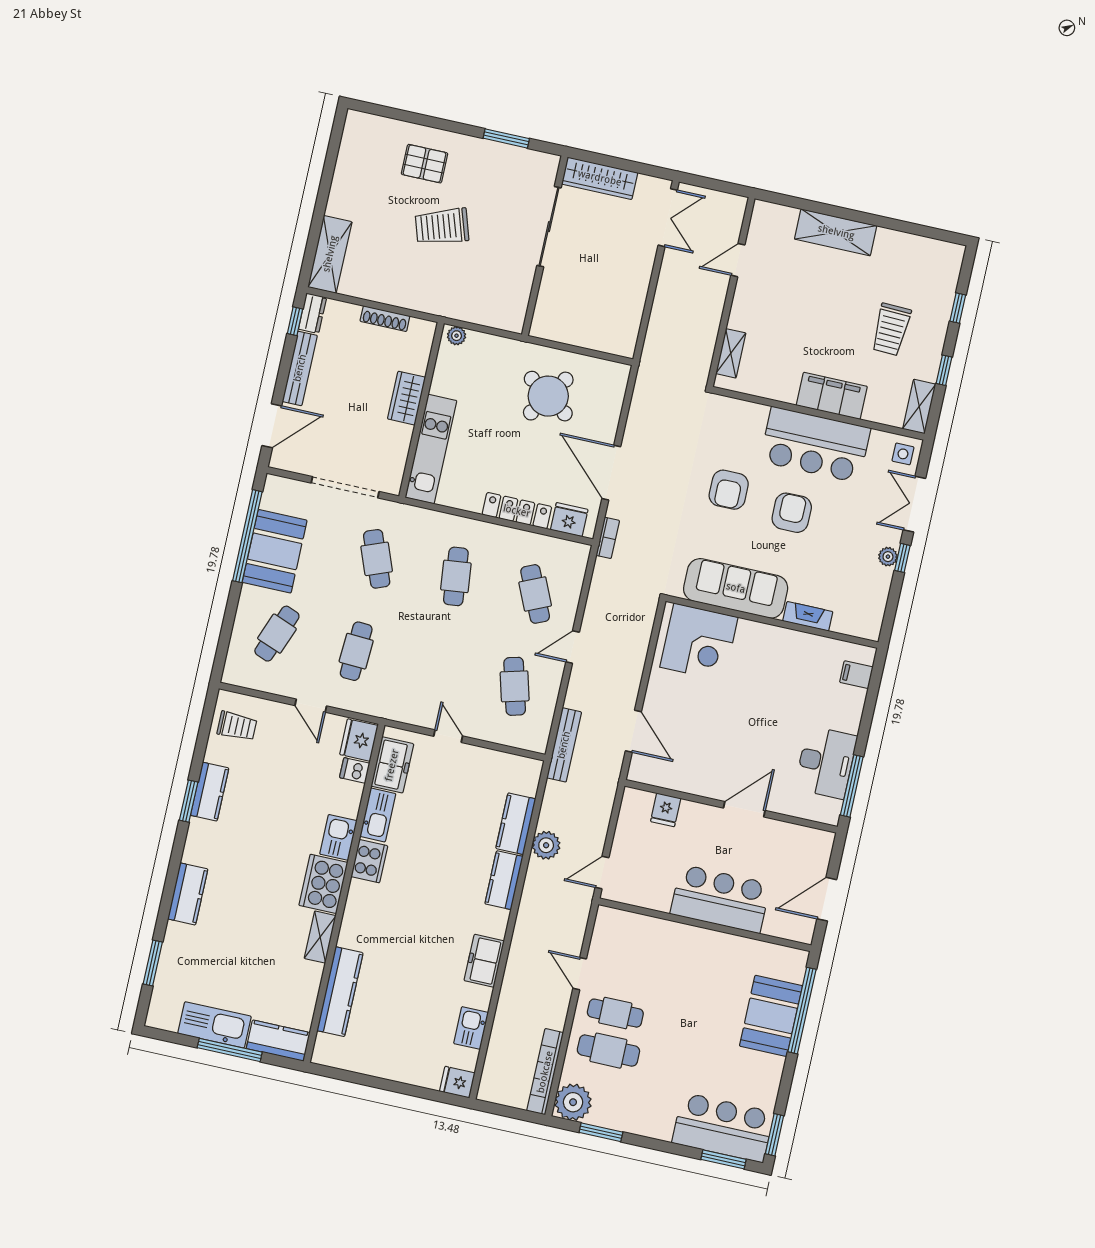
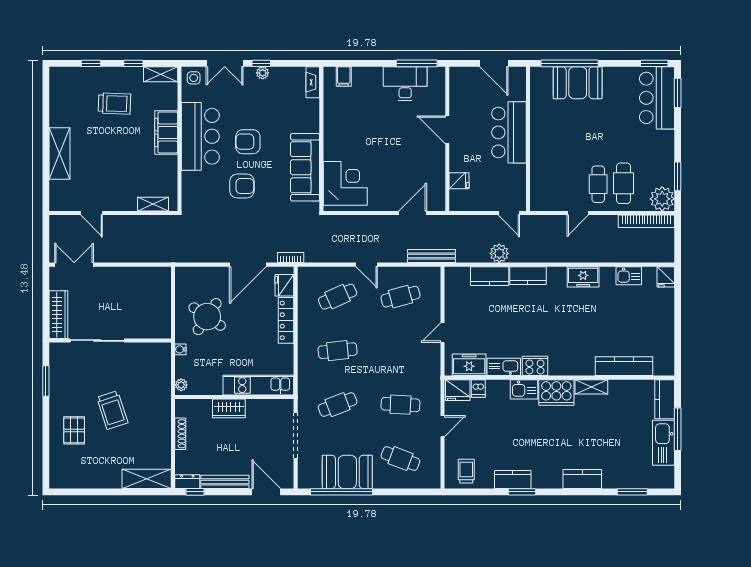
water cooler: (509, 346) -> (180, 349), added
fireplace: (808, 616) -> (313, 82), moved

